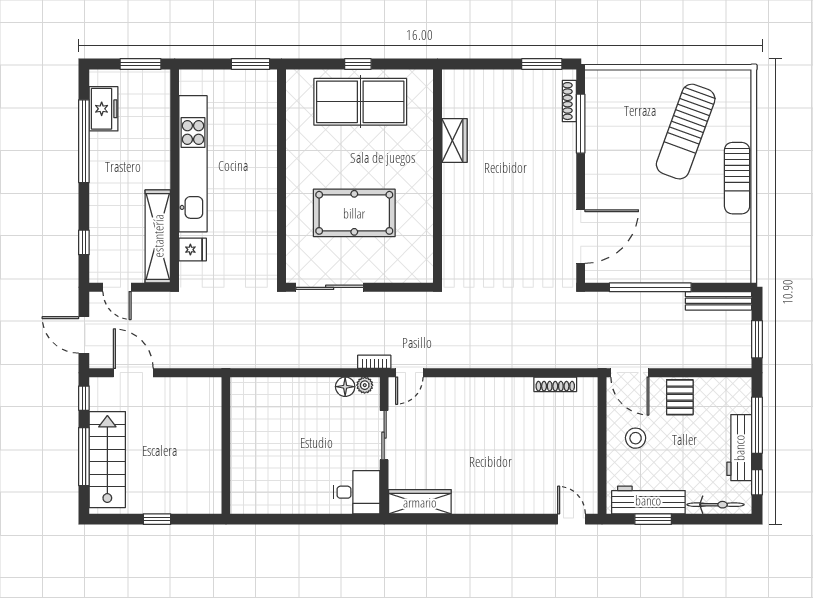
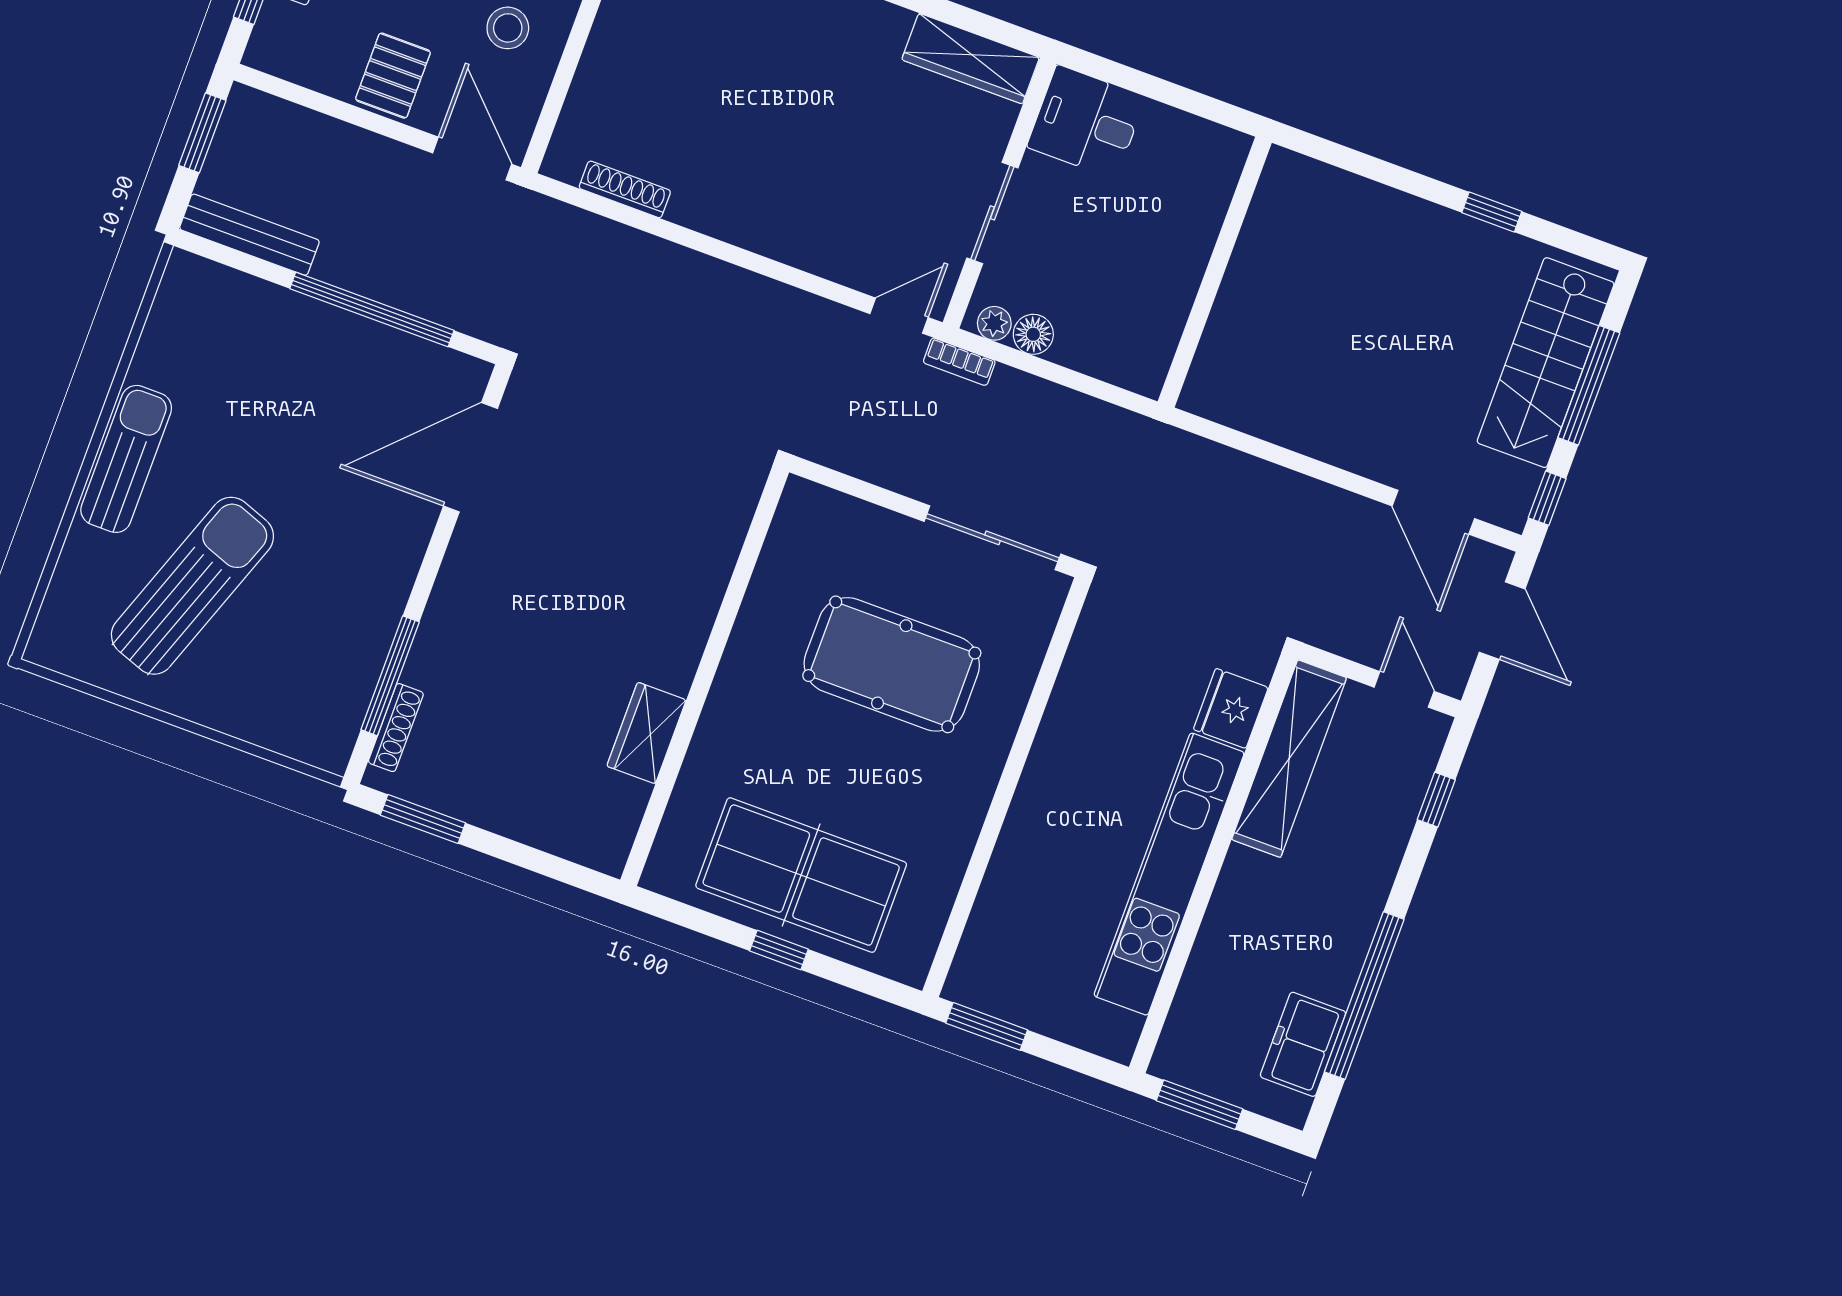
fridge: (193, 250) -> (1231, 708), width x1.38
wall: (226, 445) -> (1215, 272), moved

